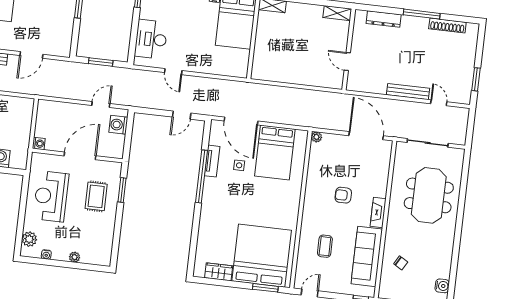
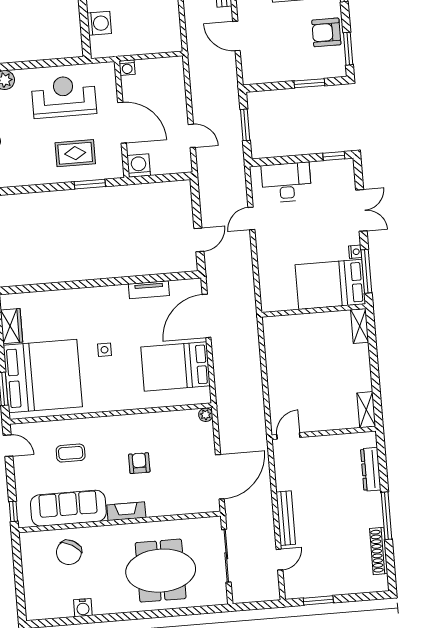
door: (347, 62) -> (288, 436), moved
door: (182, 115) -> (199, 240), swing flipped
washing machine: (118, 125) -> (139, 166), moved
side table: (239, 165) -> (104, 350), moved
window: (201, 176) -> (127, 280), removed
chair: (401, 263) -> (69, 552), width x1.87, depth x1.87
water cooler: (442, 286) -> (83, 608), moved

